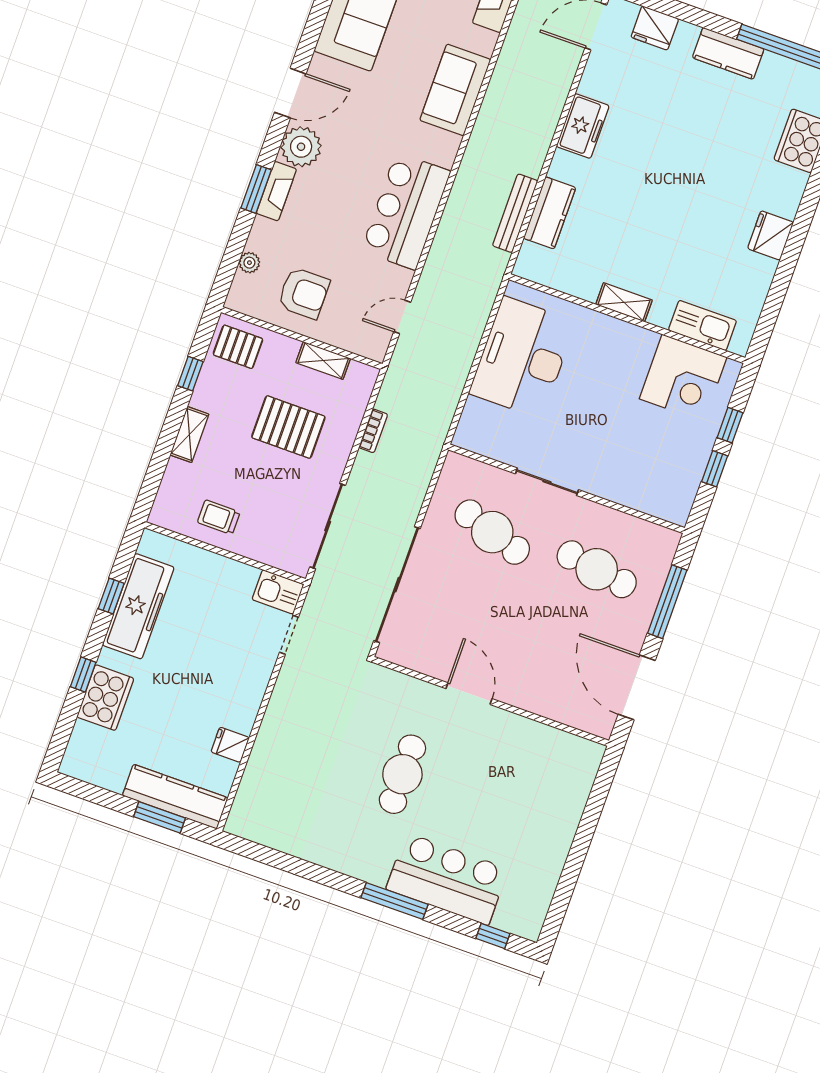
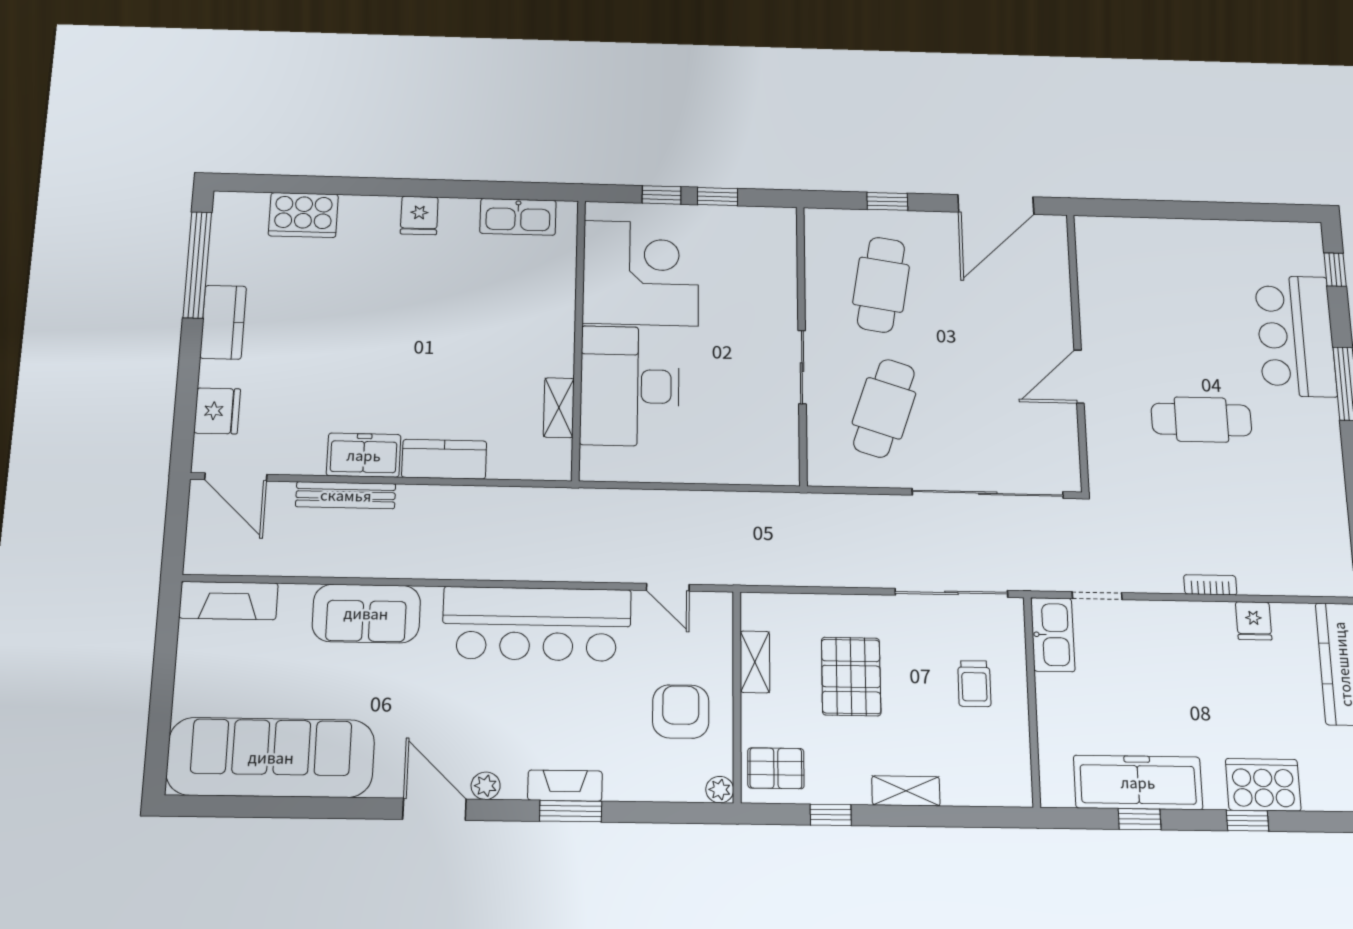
plant: (301, 147) -> (486, 786), width x0.53, depth x0.53
bar counter: (406, 211) -> (537, 624), width x1.36
bench: (515, 213) -> (346, 495), moved
kitchen counter: (550, 213) -> (444, 459), moved
fridge: (771, 235) -> (419, 216), width x0.72
plant: (249, 263) -> (720, 790), moved
shelving: (624, 302) -> (559, 408), moved
kitchen sink: (702, 325) -> (518, 217), moved, turned -90
pallet: (238, 347) -> (776, 768), turned 90
desk: (522, 357) -> (630, 386), moved, turned 90
corner desk: (683, 378) -> (641, 273), width x1.36, depth x1.36
bookcase: (373, 431) -> (1210, 585), moved
trolley: (219, 517) -> (974, 684), moved
kitchen sink: (278, 592) -> (1053, 635), width x1.38
window: (667, 602) -> (887, 201), width x0.46

